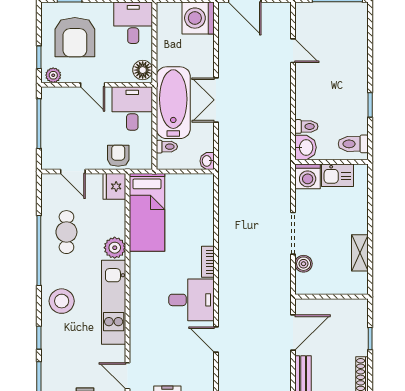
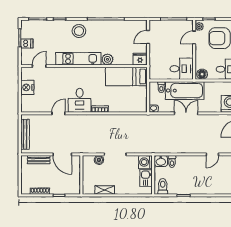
door: (93, 85) -> (194, 37), moved
armchair: (118, 156) -> (156, 61), removed
cafe table: (66, 232) -> (116, 34), removed

